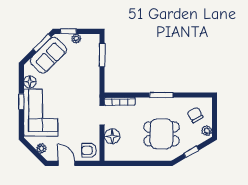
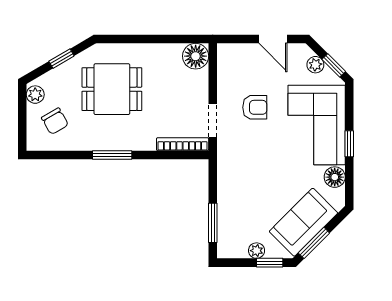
floor lamp: (112, 136) -> (196, 56), moved
window: (31, 148) -> (334, 65), added
armchair: (89, 150) -> (255, 107), moved

